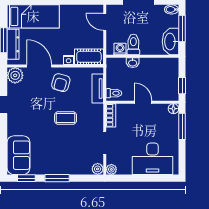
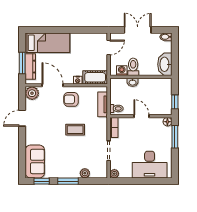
door: (105, 22) -> (109, 47), swing flipped
window: (182, 29) -> (175, 53), removed
armchair: (61, 83) -> (71, 99), turned 74
plant: (98, 169) -> (85, 173), moved

